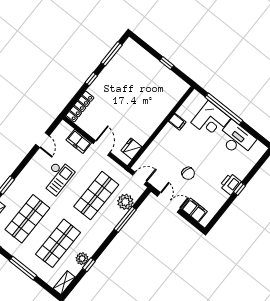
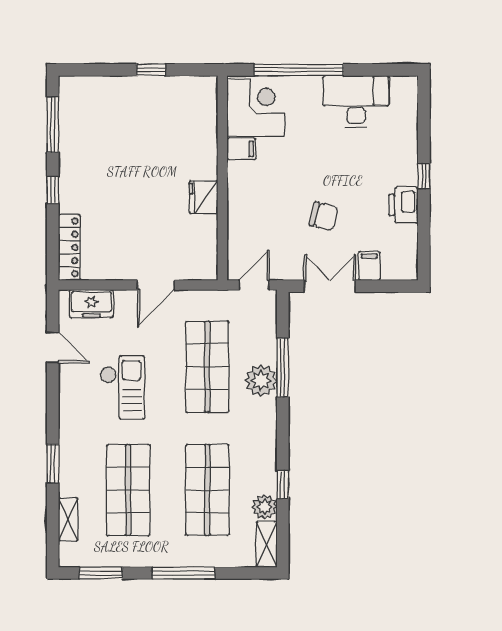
corner desk: (211, 120) -> (256, 107), moved, turned -90
freezer: (79, 141) -> (91, 304), moved
door: (102, 148) -> (156, 285), swing flipped
fridge: (131, 149) -> (204, 197), moved
printer: (230, 184) -> (403, 205), moved
plant: (125, 202) -> (261, 380), moved
filing cabinet: (195, 210) -> (369, 266), width x0.50
plant: (82, 259) -> (264, 507), moved

